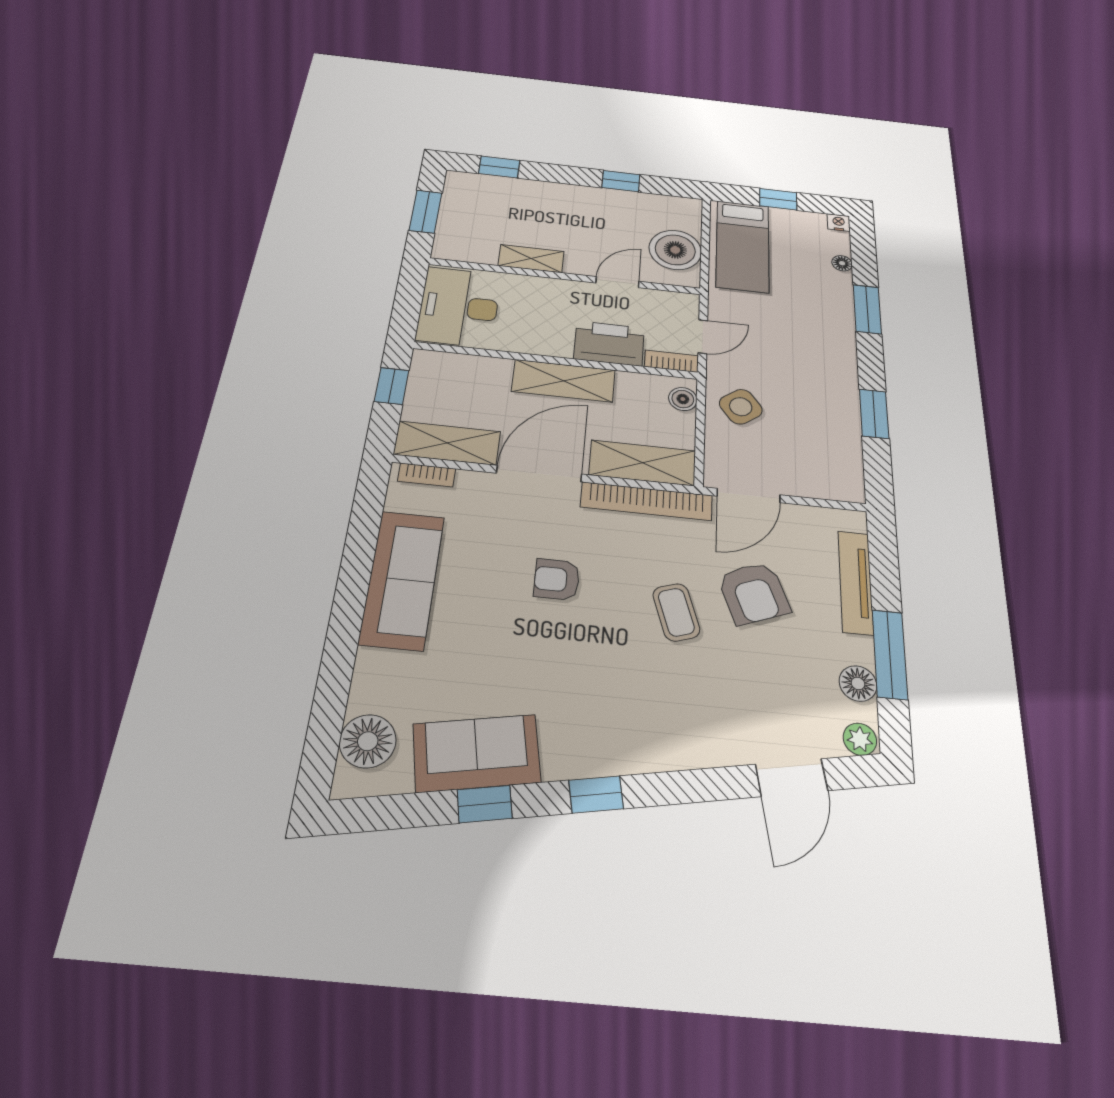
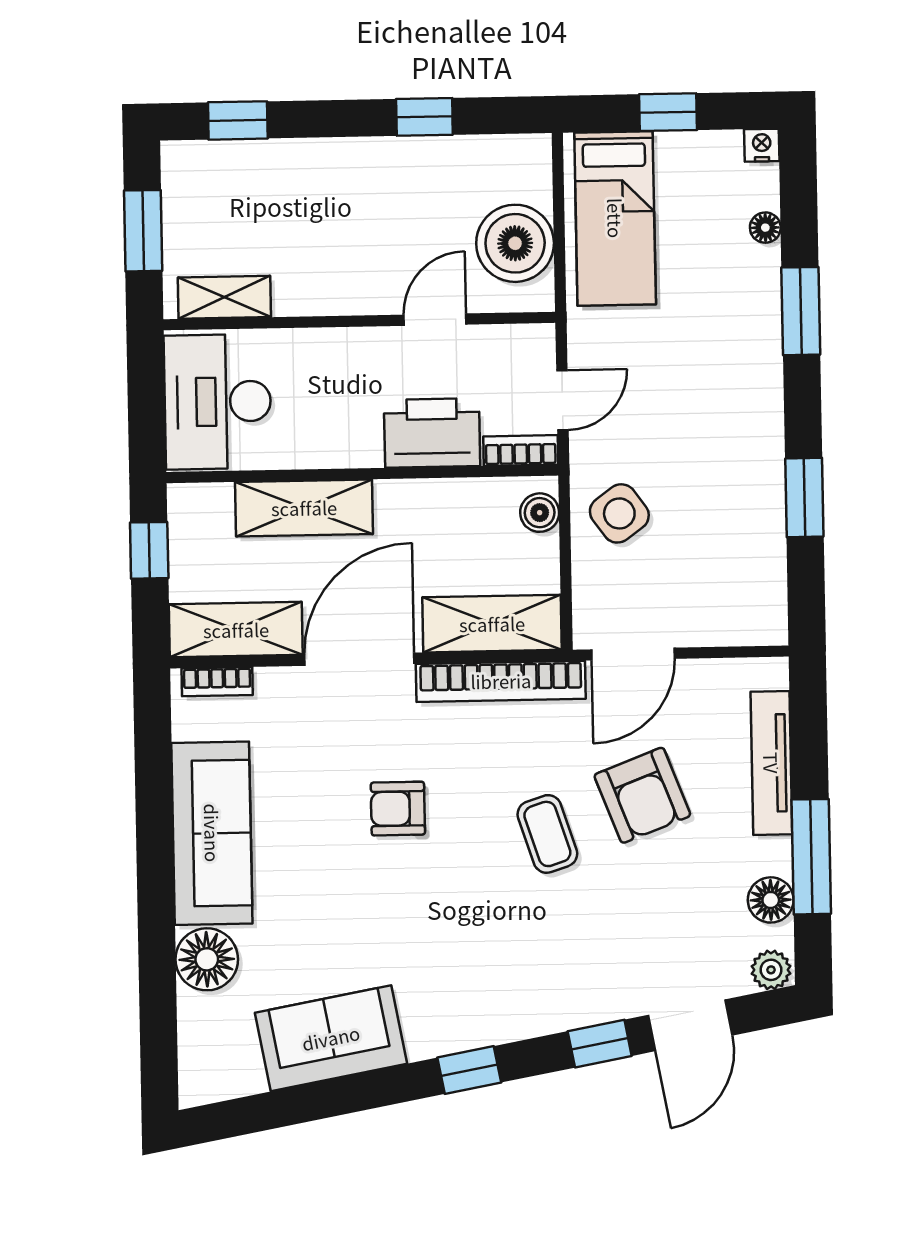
shelving: (531, 259) -> (224, 297), moved
shelving: (564, 381) -> (304, 508), moved
floor lamp: (368, 741) -> (207, 959), moved
window: (485, 804) -> (600, 1044), moved

